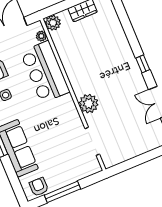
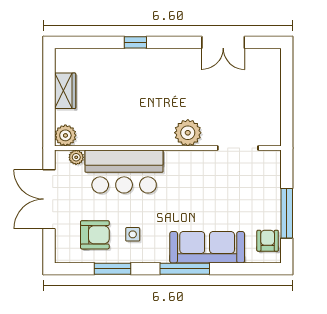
window: (143, 64) -> (135, 42), moved
armchair: (39, 187) -> (268, 241), turned 90

